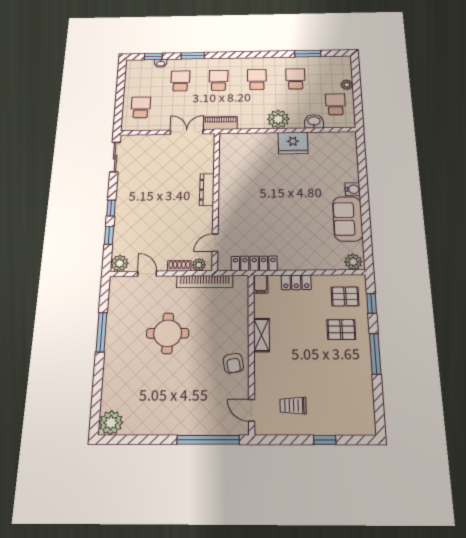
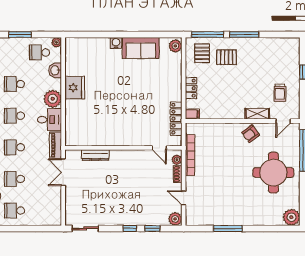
window: (356, 84) -> (20, 35), added
plant: (347, 85) -> (57, 42), moved
school desk: (141, 107) -> (14, 211), moved
desk: (252, 116) -> (49, 120), added
dresser: (207, 190) -> (95, 155), moved
door: (147, 274) -> (184, 198), hinge flipped
window: (372, 303) -> (207, 35), width x2.17
pallet: (341, 330) -> (227, 57), turned 90
round table: (168, 333) -> (273, 173), moved, width x1.36, depth x1.36
shelving: (262, 335) -> (257, 114), moved
armchair: (233, 363) -> (251, 134), turned 153

